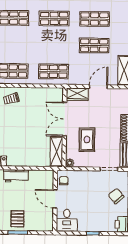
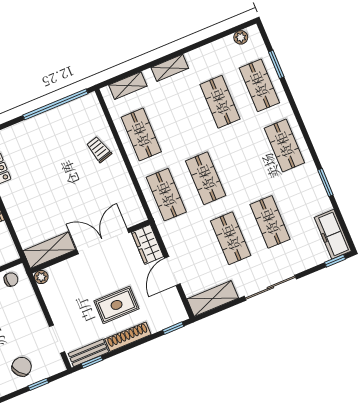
shop shelf: (54, 18) -> (206, 178), moved
door: (98, 87) -> (172, 271), swing flipped
rug: (87, 140) -> (117, 305), moved

